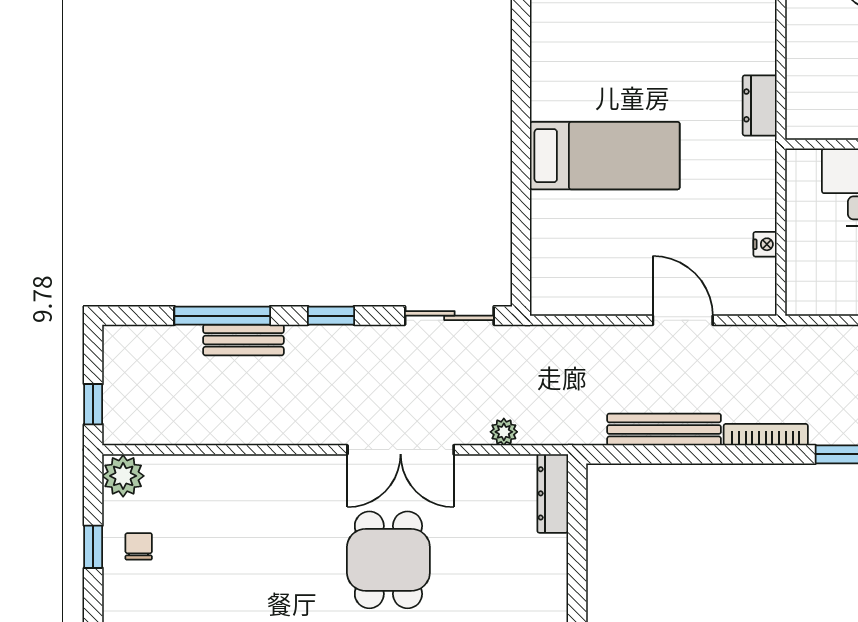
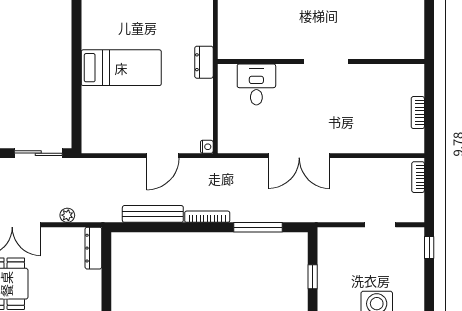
dresser: (760, 105) -> (204, 62), moved
nightstand: (765, 244) -> (207, 147), moved
door: (683, 320) -> (163, 156), swing flipped

